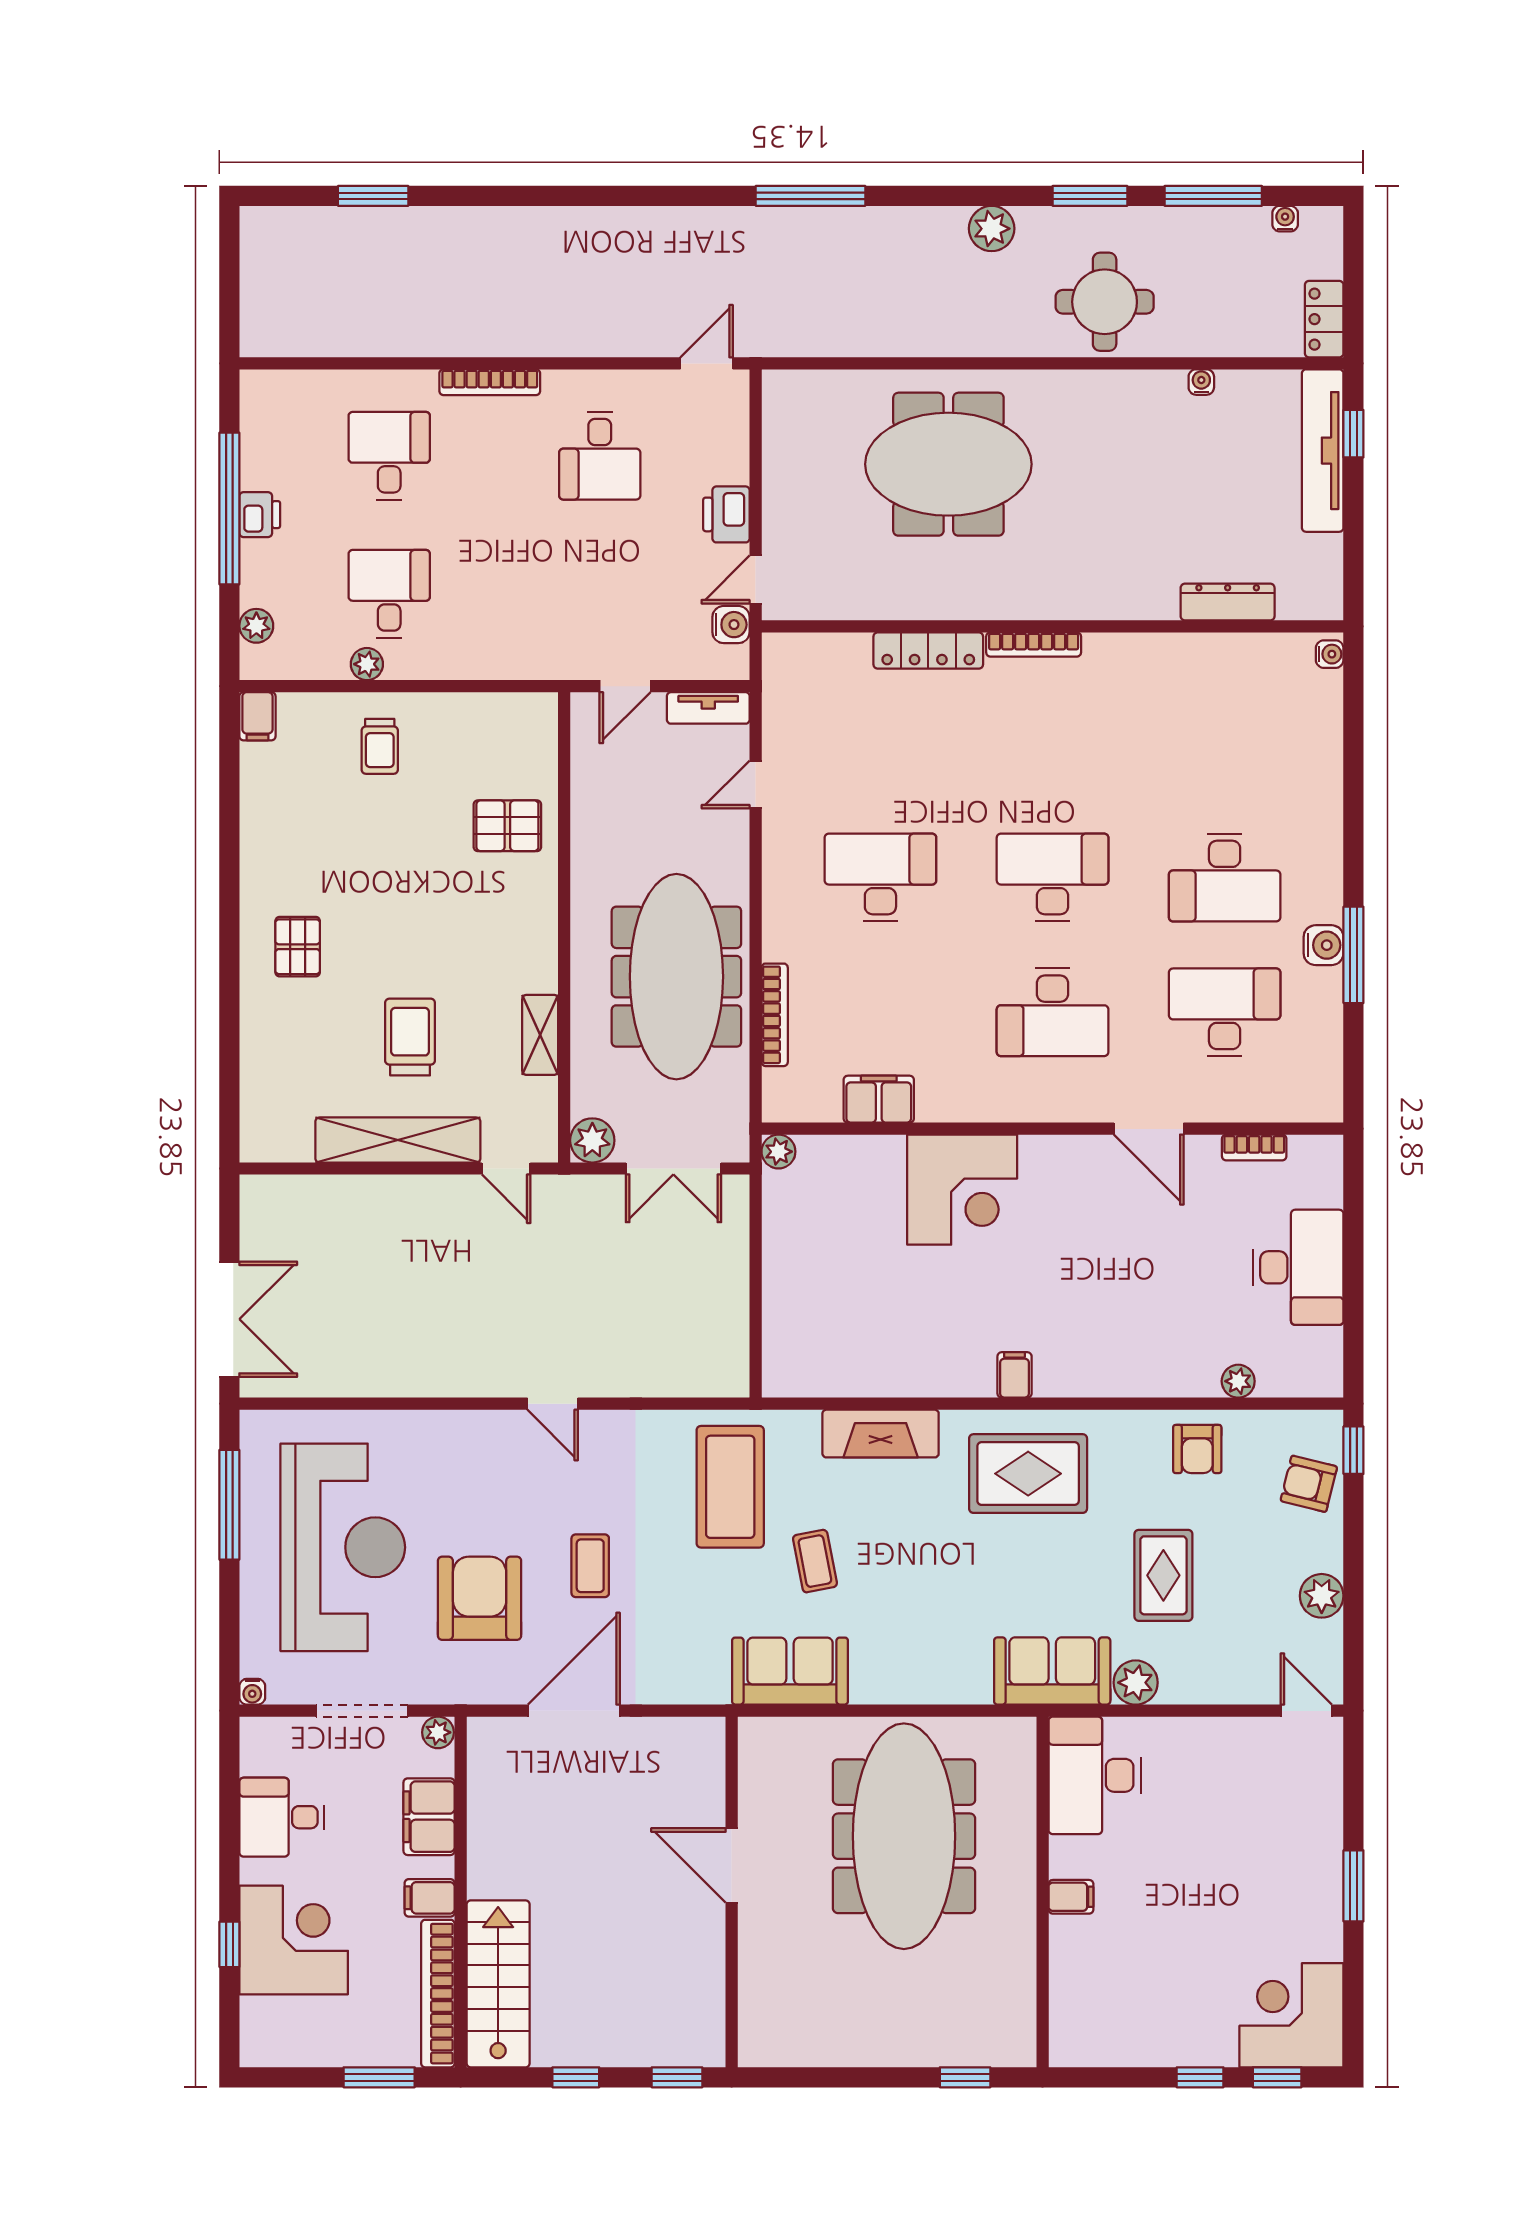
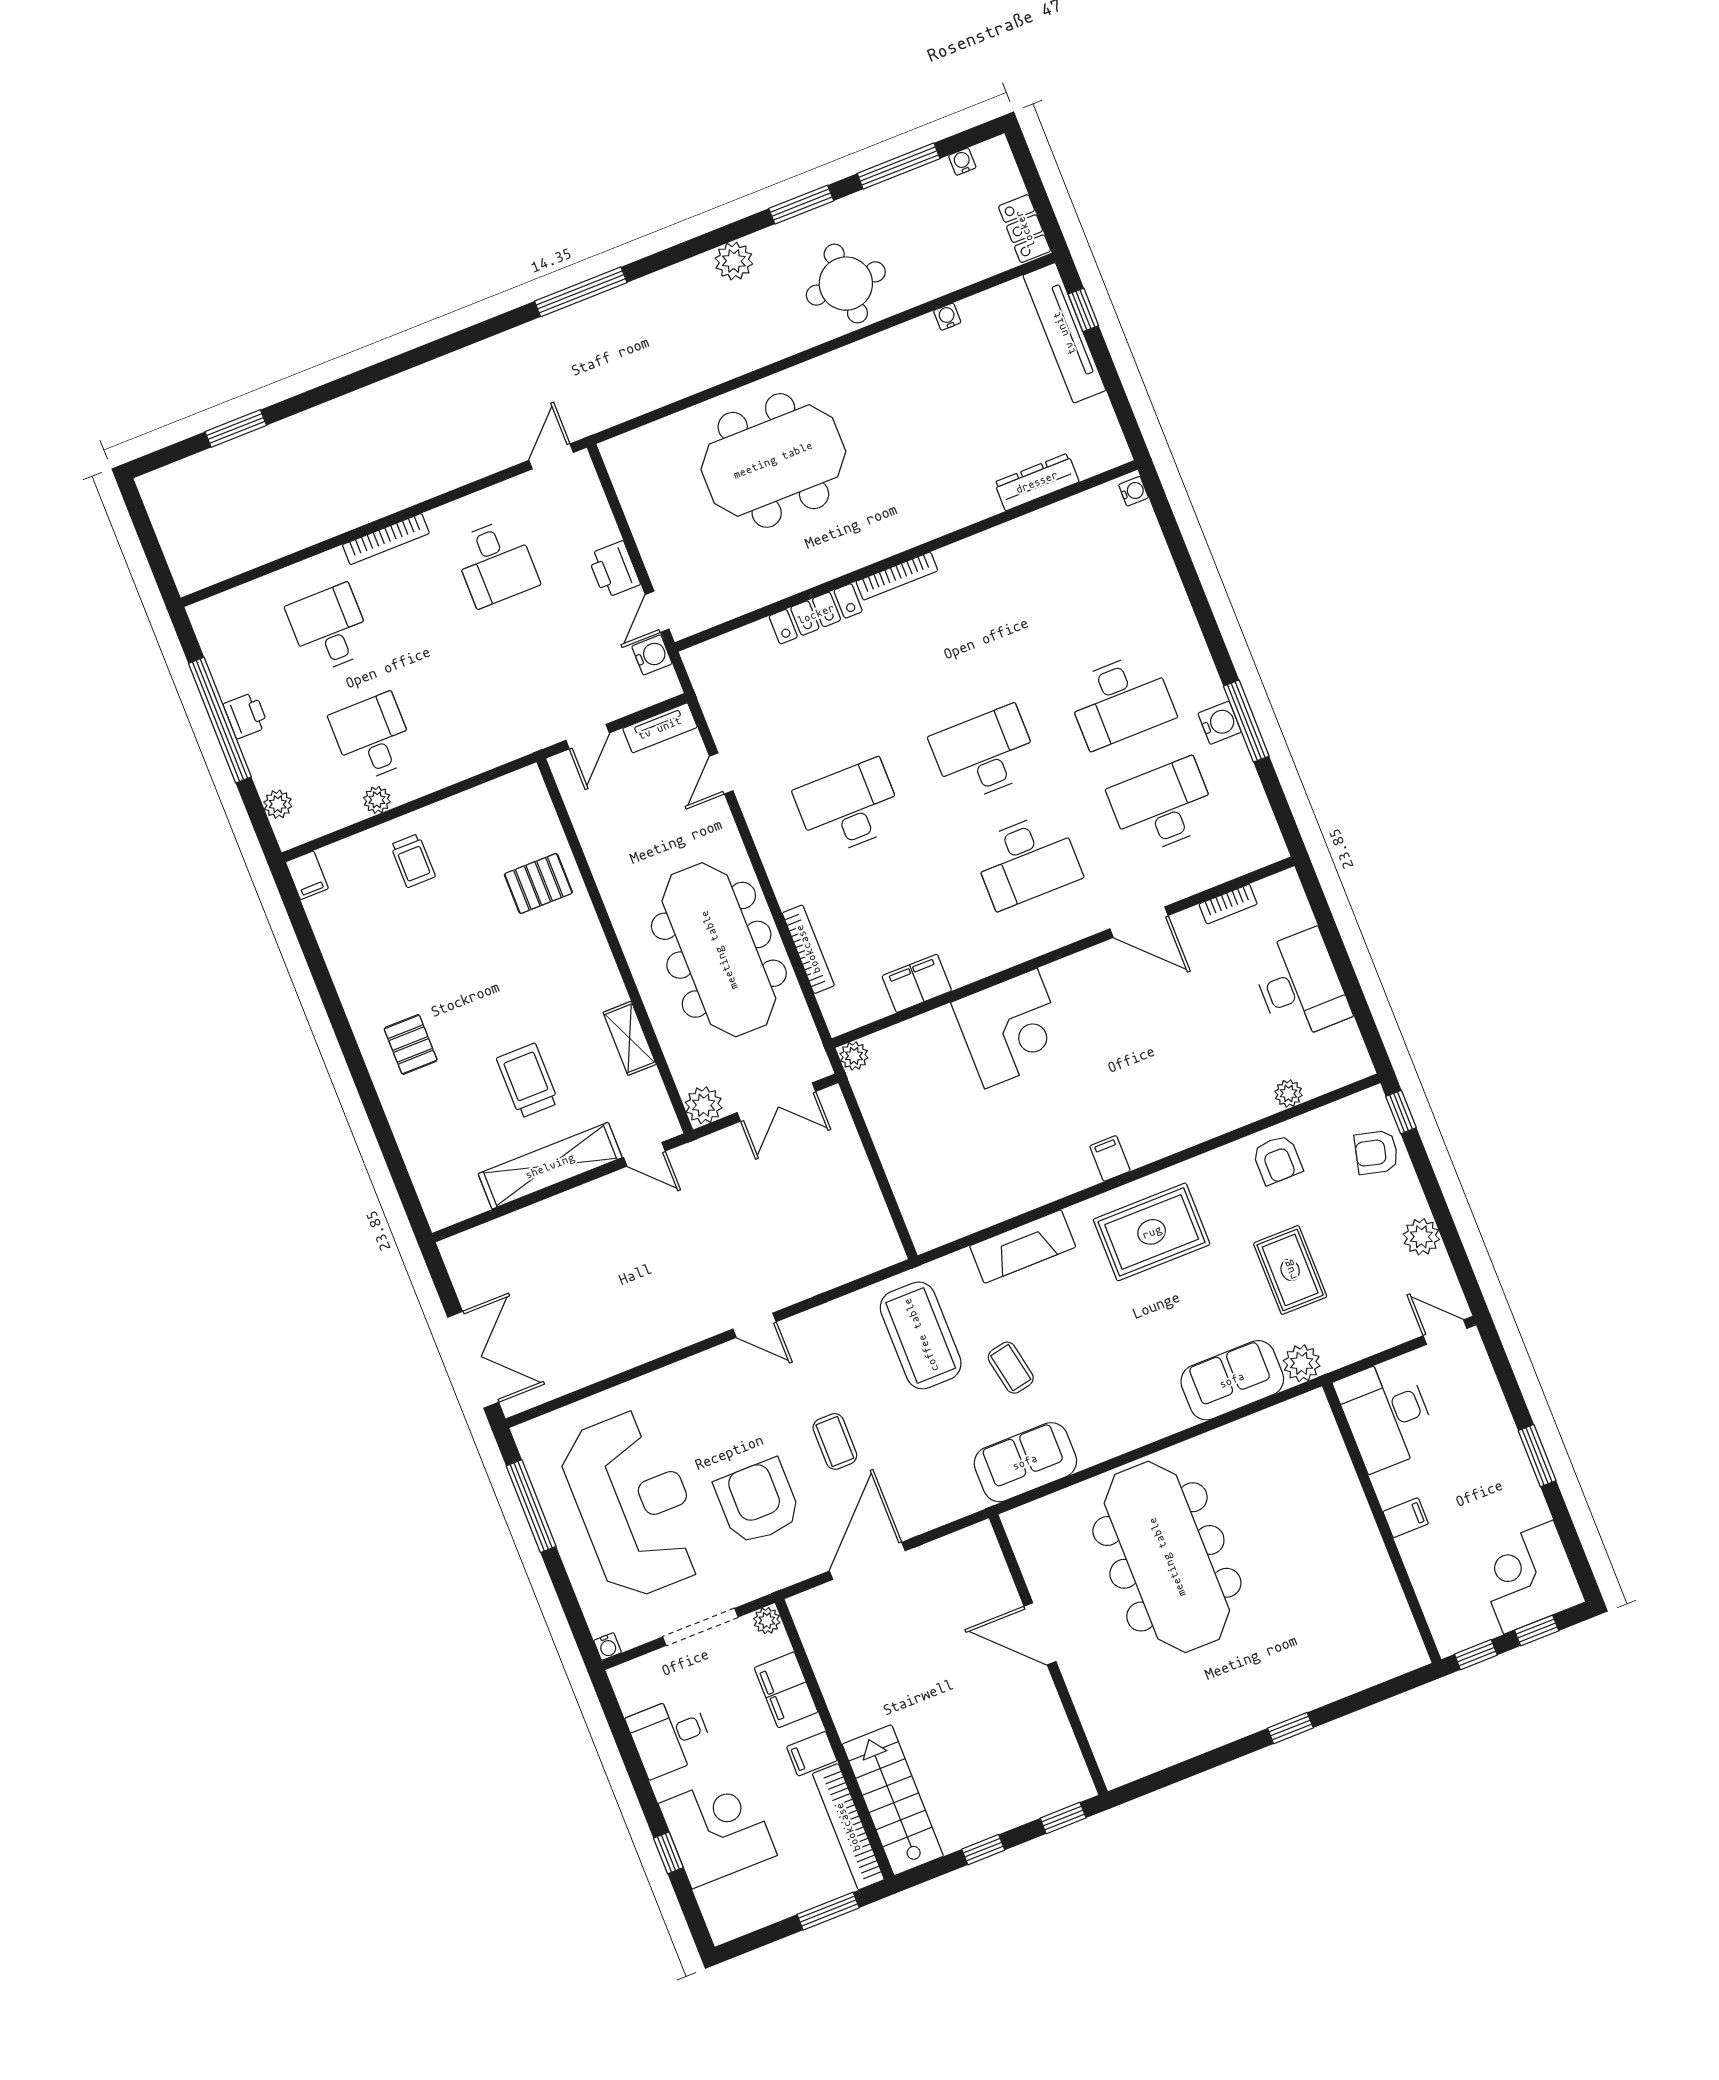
desk: (1095, 1775) -> (1386, 1414), moved
wall: (1043, 1892) -> (1382, 1523), moved
filing cabinet: (1071, 1897) -> (1406, 1518), moved

